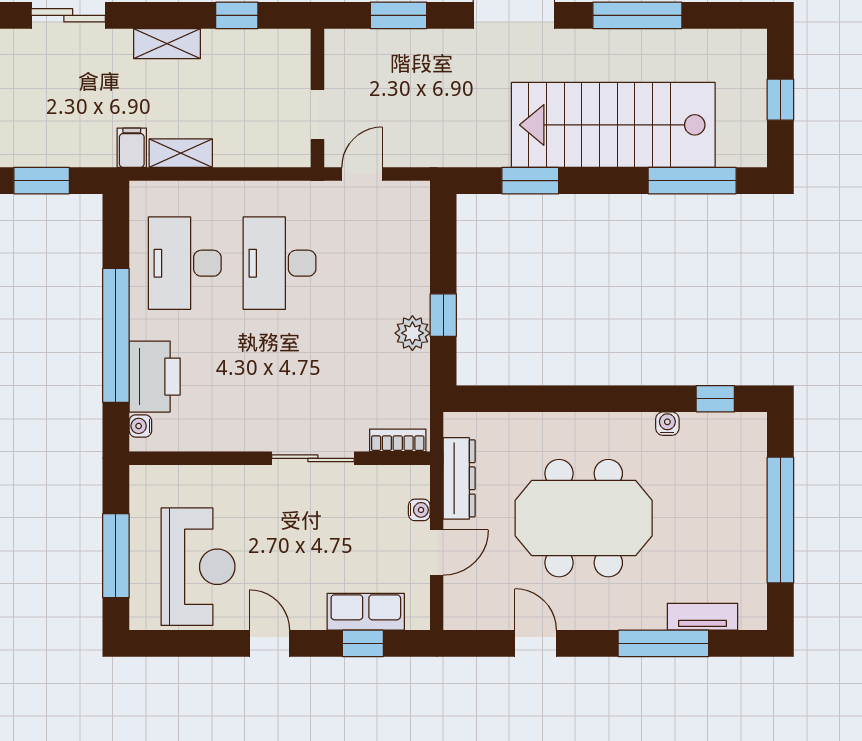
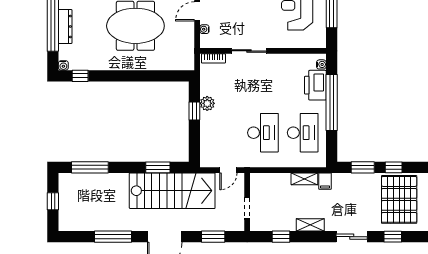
doorway: (318, 115) -> (247, 208), moved
stairs: (613, 125) -> (172, 191), moved
water cooler: (667, 424) -> (63, 65), moved
dresser: (459, 478) -> (65, 27), moved, turned 180

